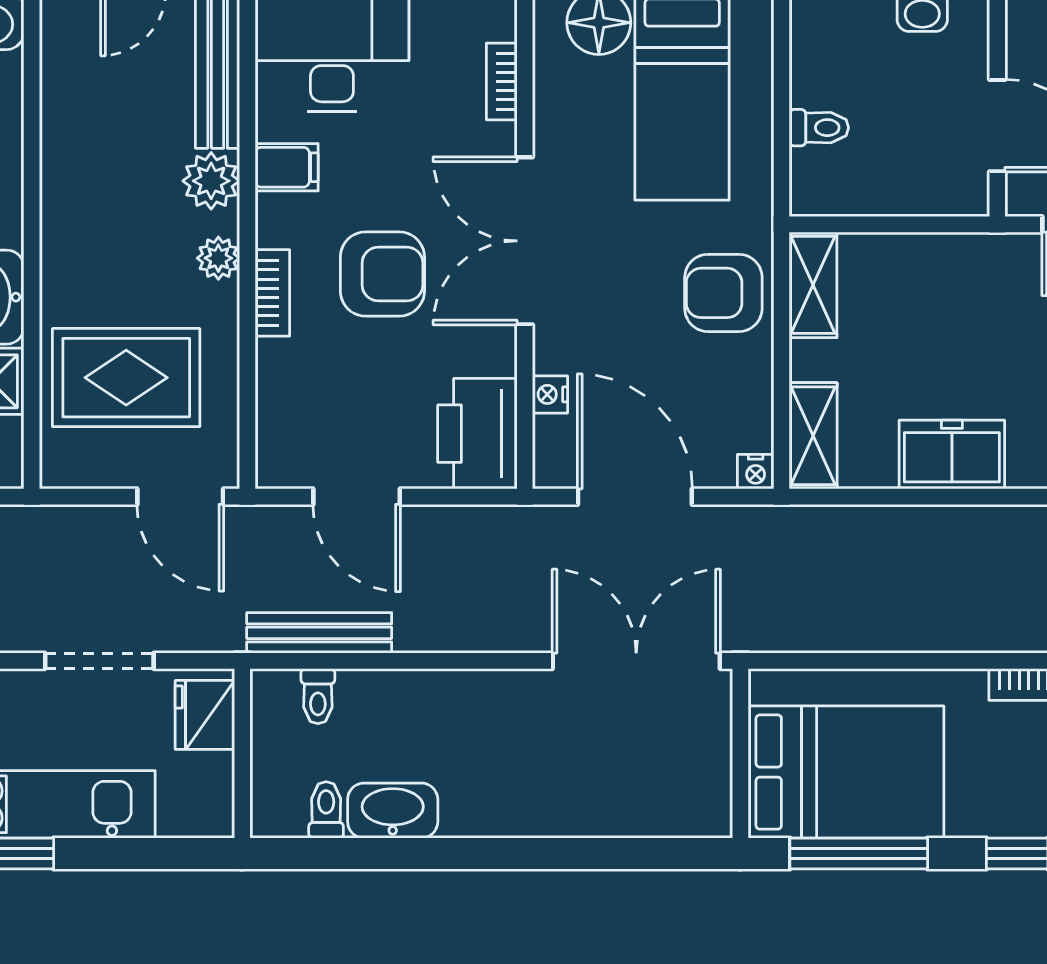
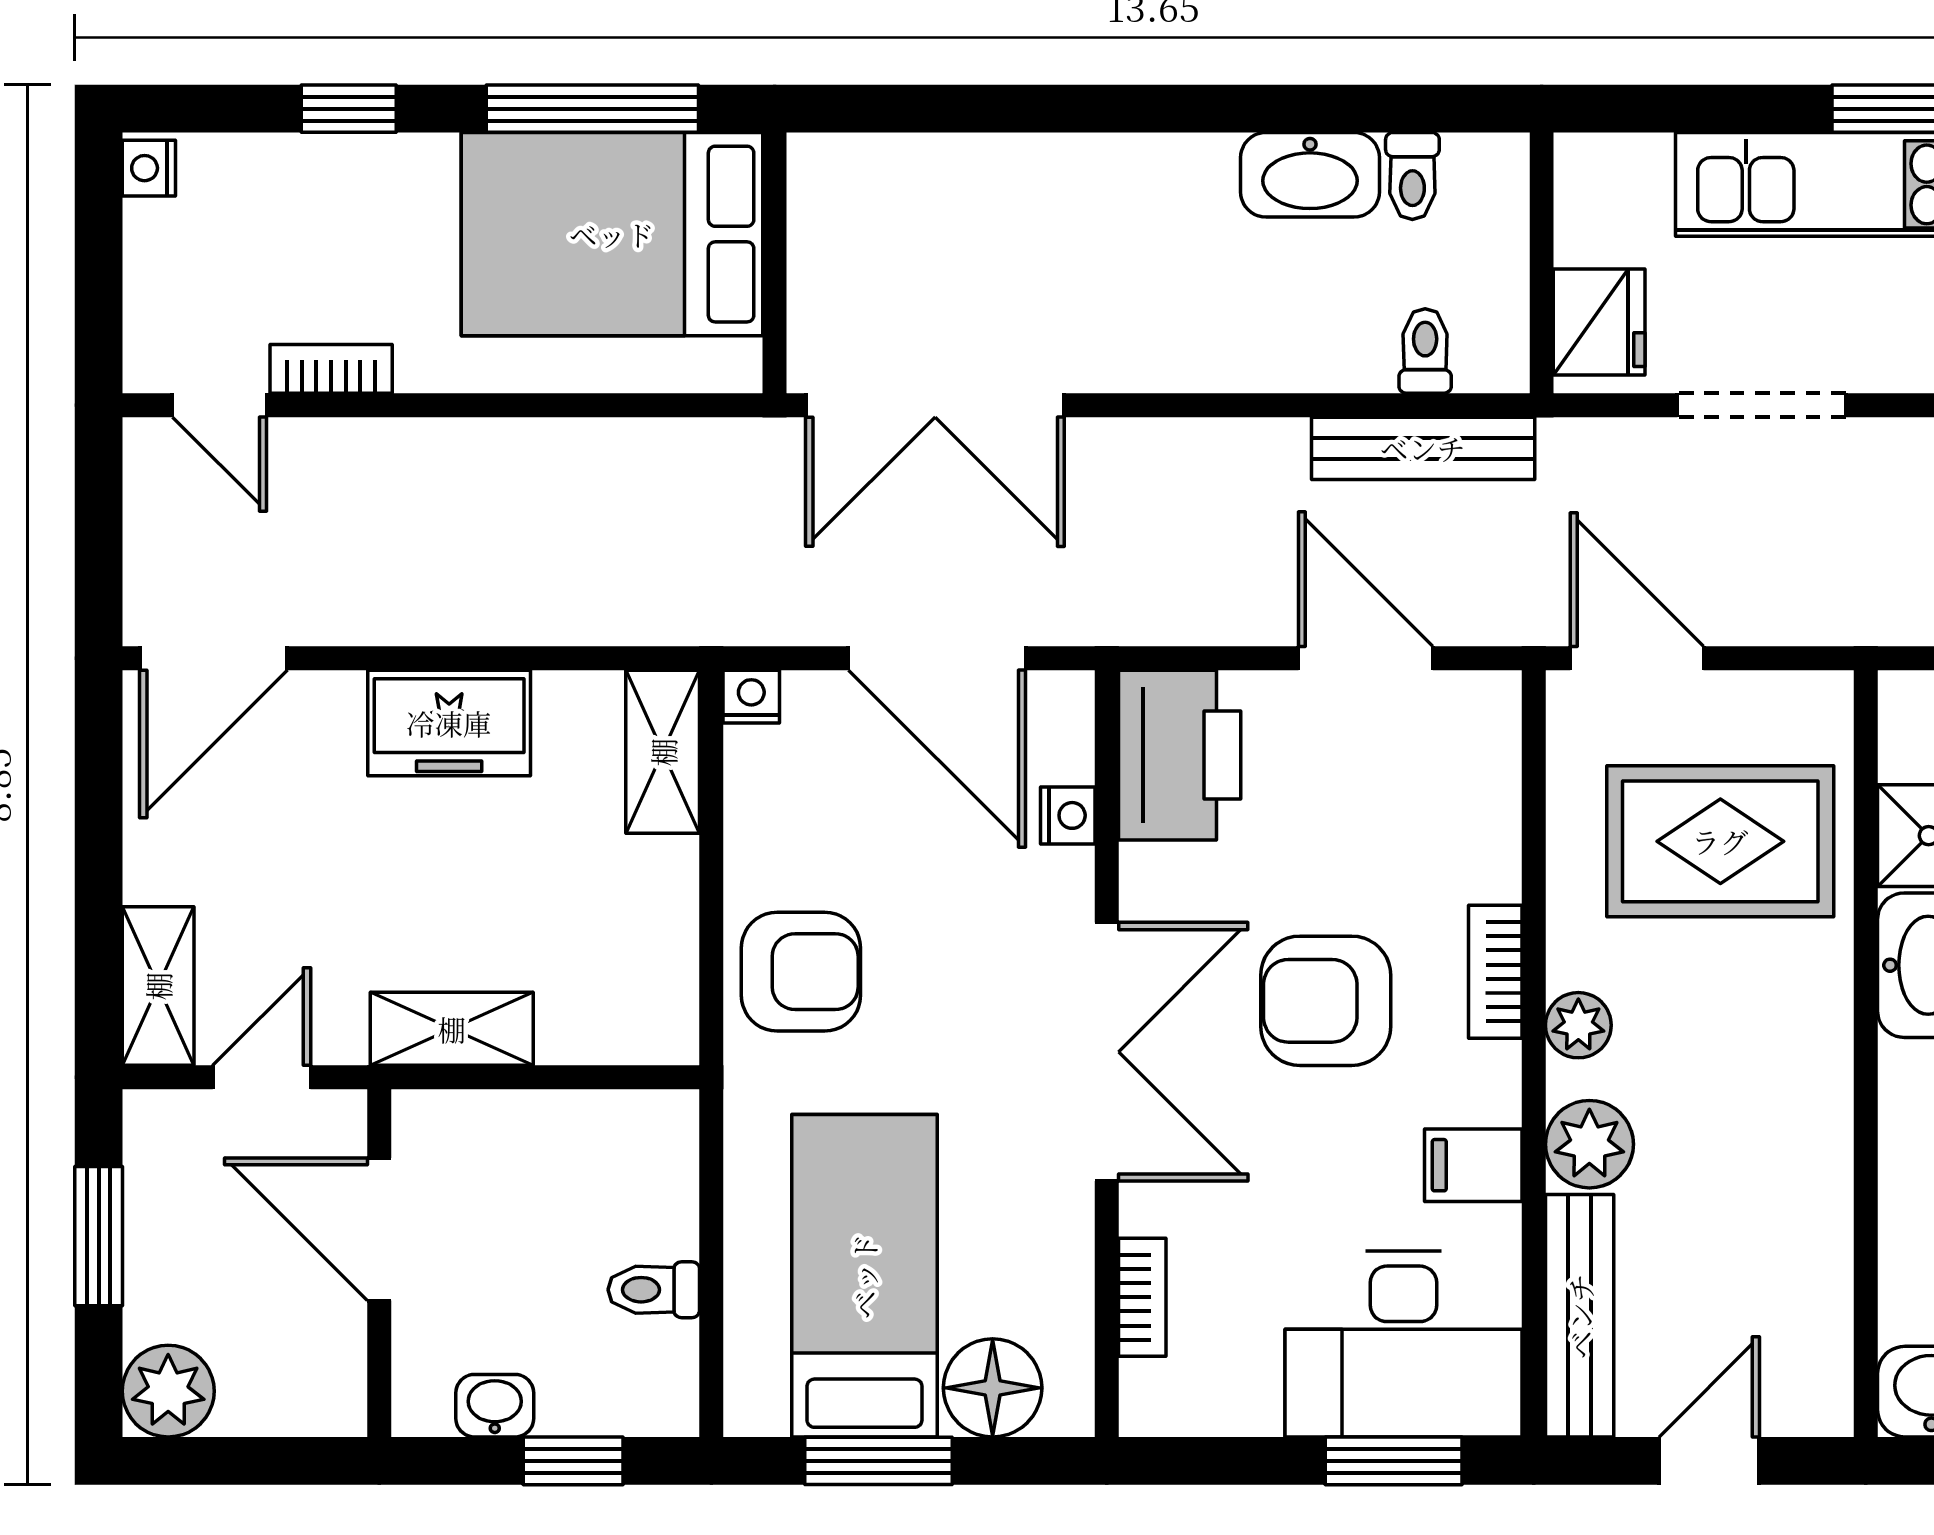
toilet: (819, 128) -> (654, 1290), moved
shelving: (813, 285) -> (452, 1029), moved, turned 90

